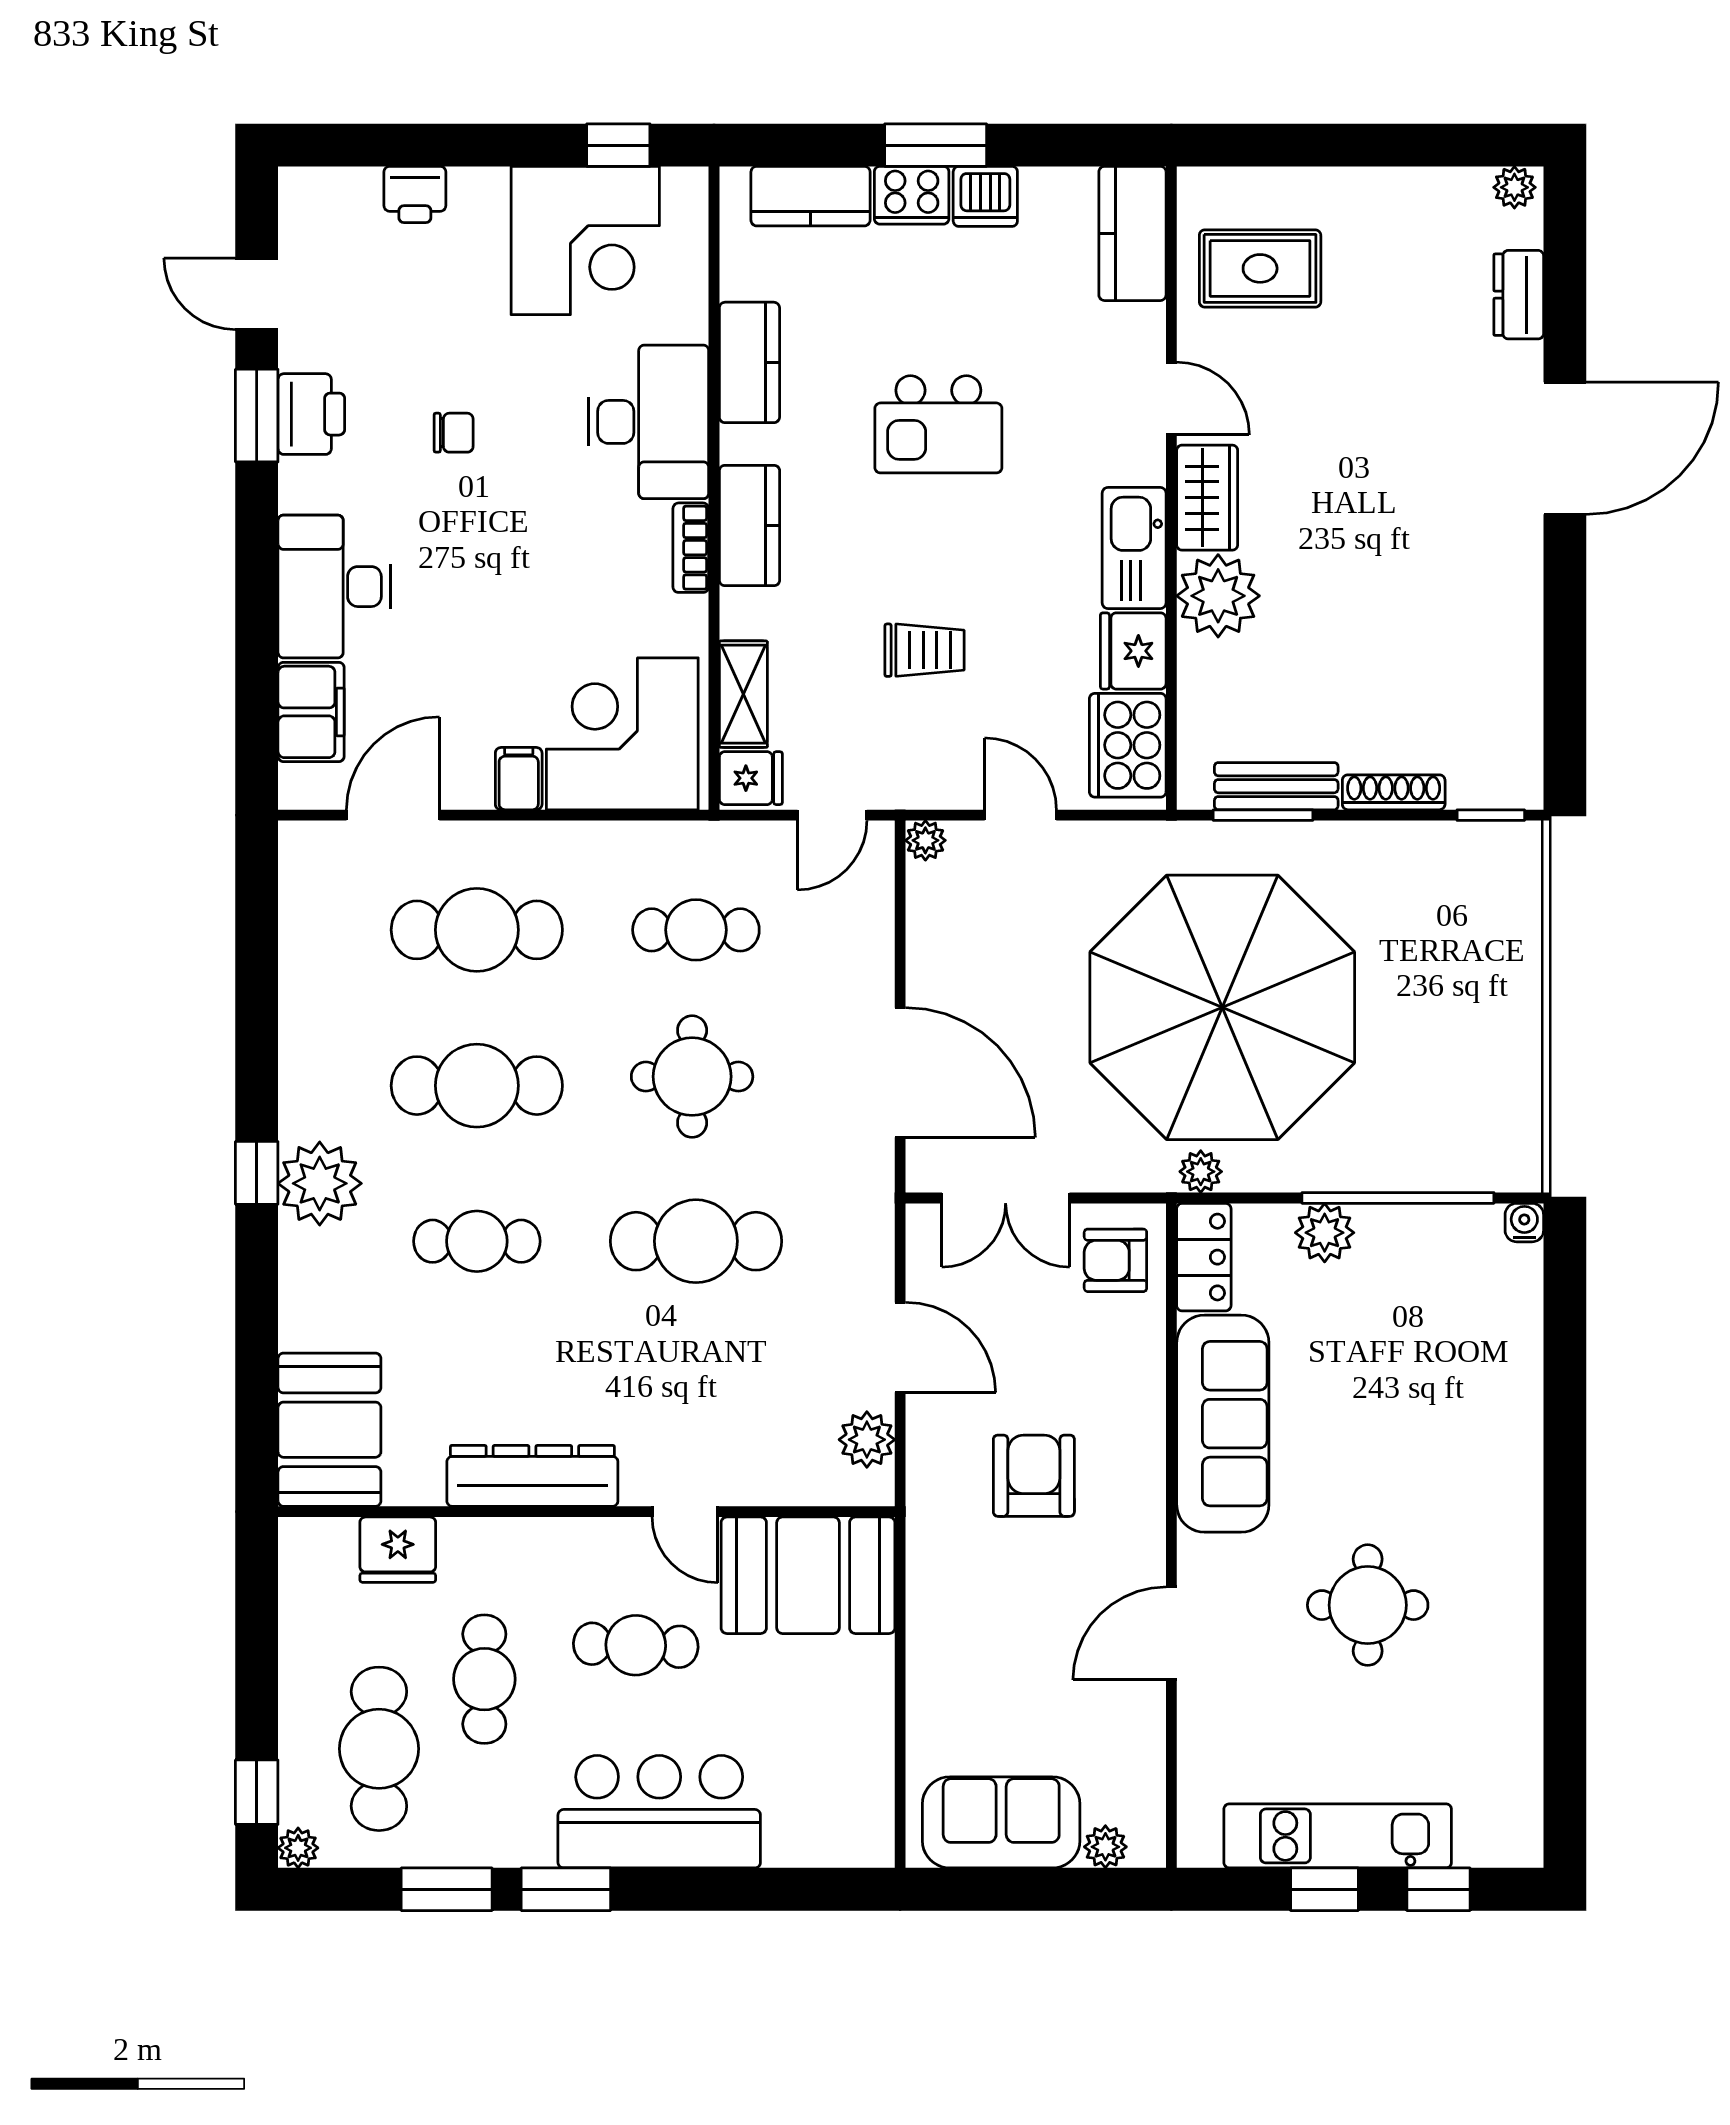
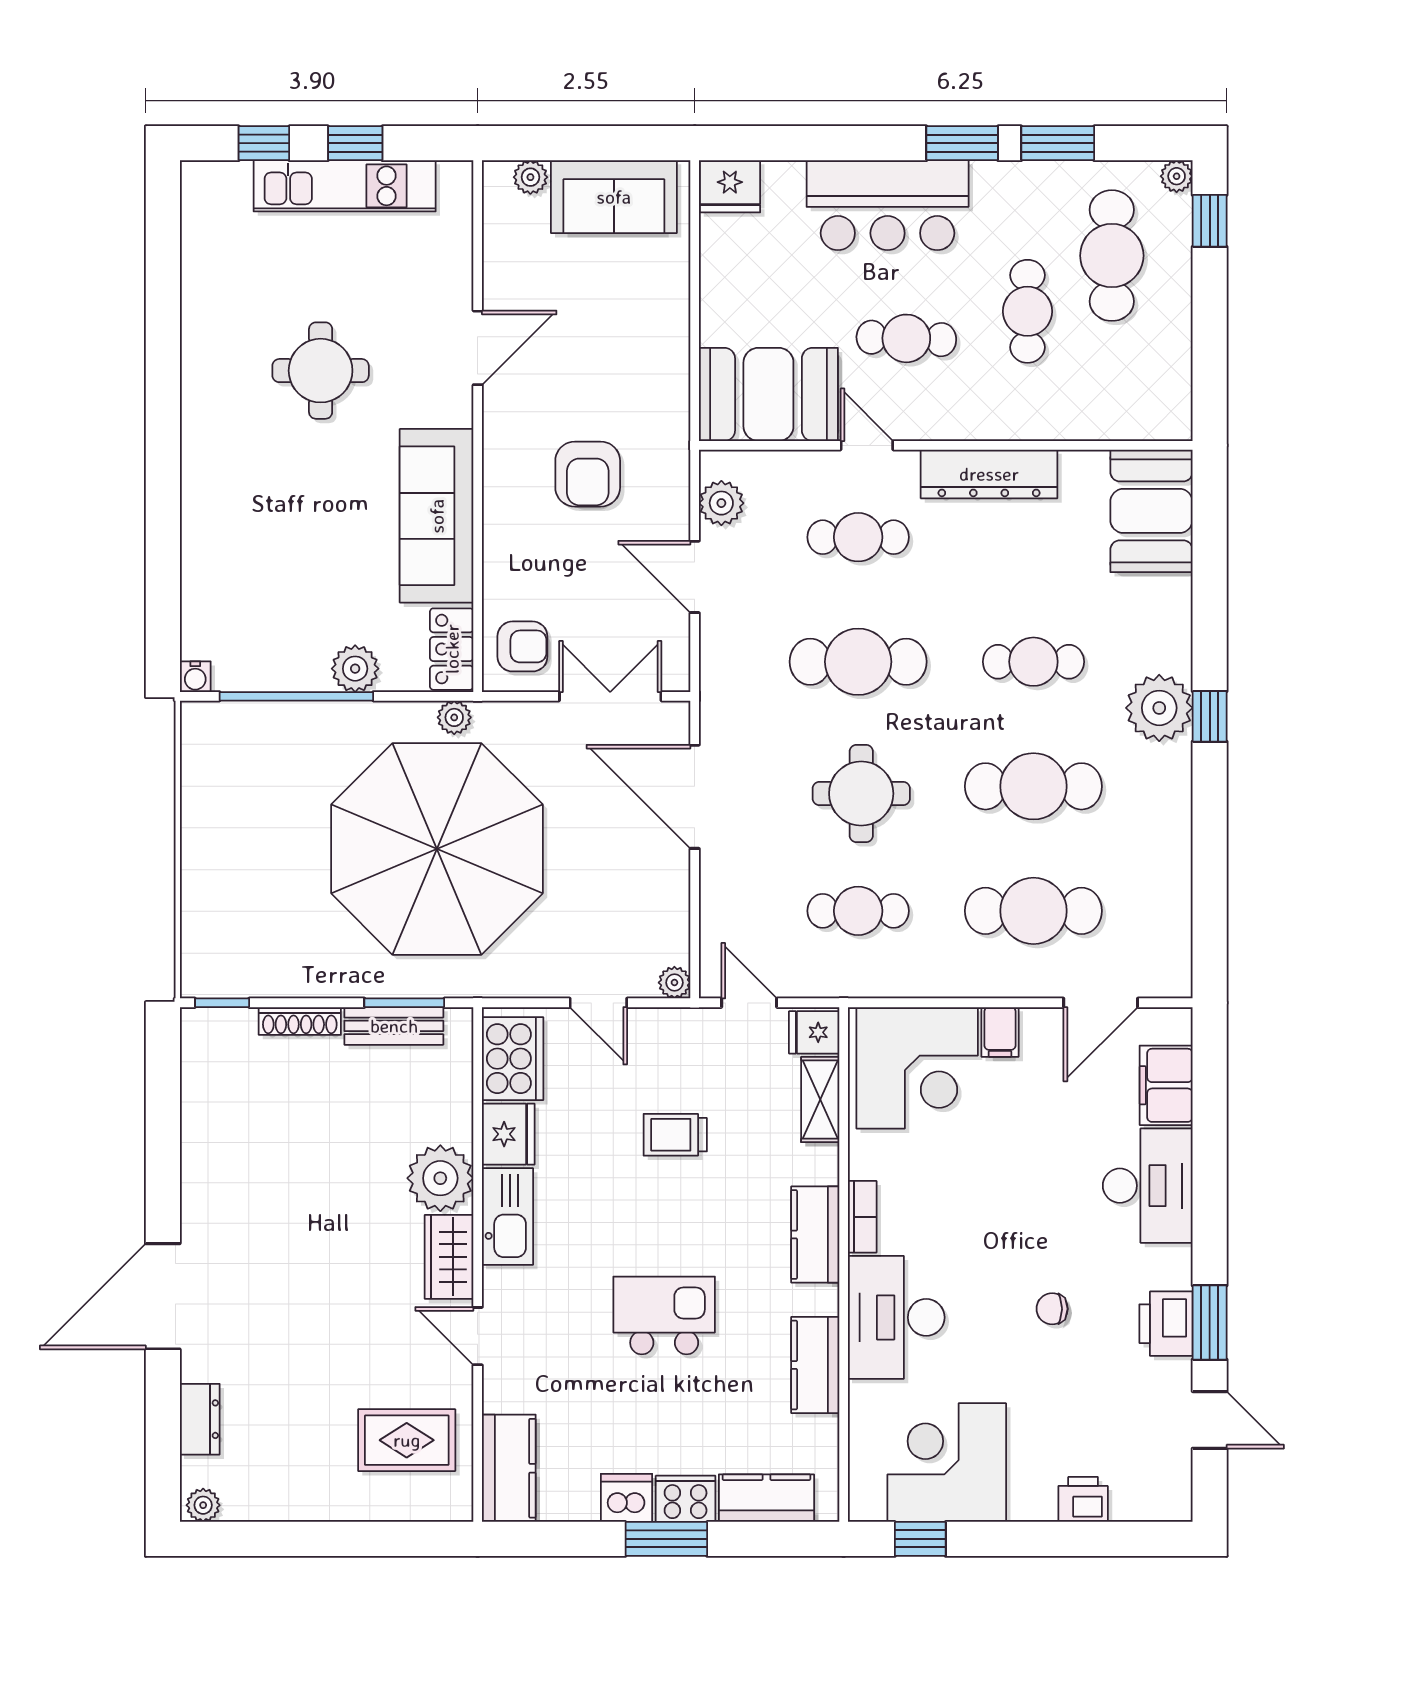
door: (832, 815) -> (749, 1003), hinge flipped
cafe table: (696, 1397) -> (858, 537), added
fridge: (398, 1550) -> (730, 186), moved, turned 180

